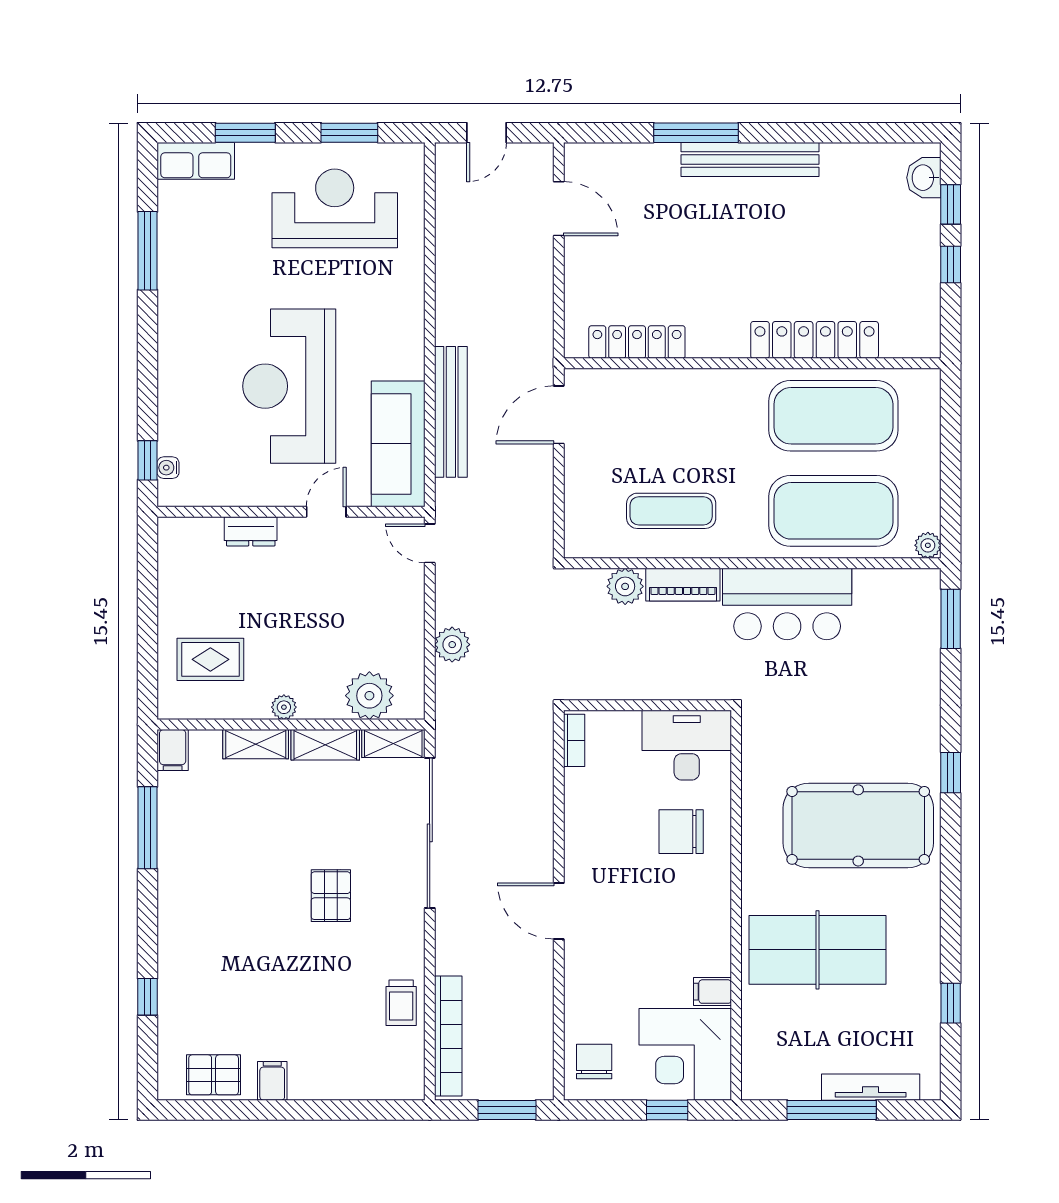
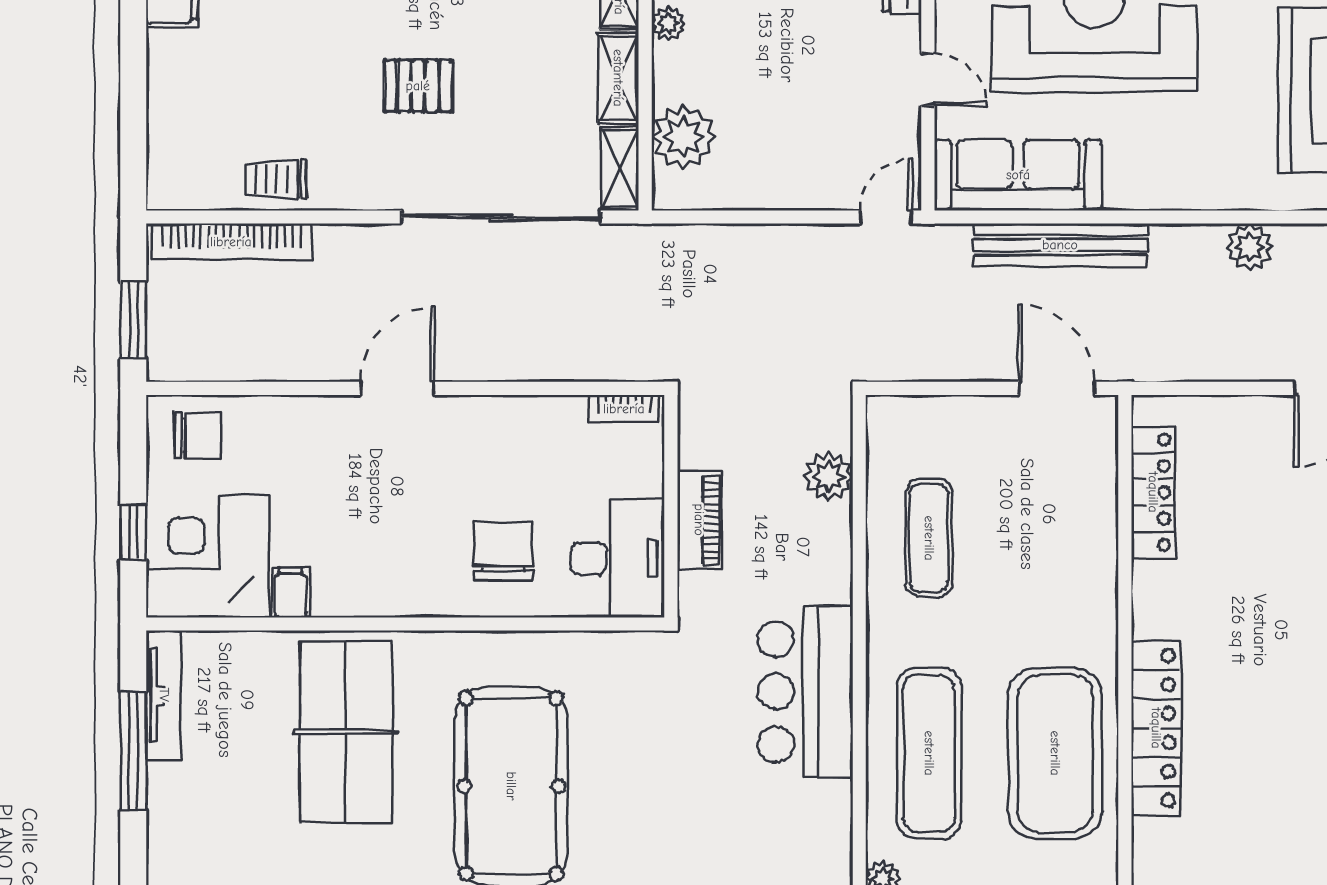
exercise mat: (833, 511) -> (929, 753), width x0.68
piano: (683, 585) -> (699, 520), moved, turned 180
plant: (452, 645) -> (1250, 247), moved
tv unit: (871, 1087) -> (164, 695), moved

